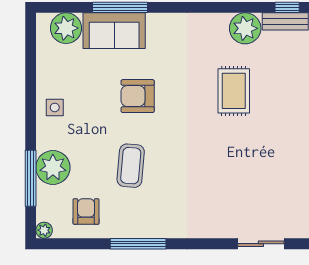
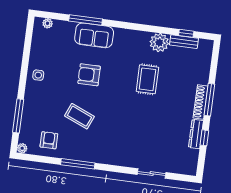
plant: (66, 28) -> (48, 23), width x0.53, depth x0.53
sofa: (114, 31) -> (94, 35), moved
coffee table: (131, 166) -> (79, 116), turned -72
plant: (53, 167) -> (32, 111), removed

